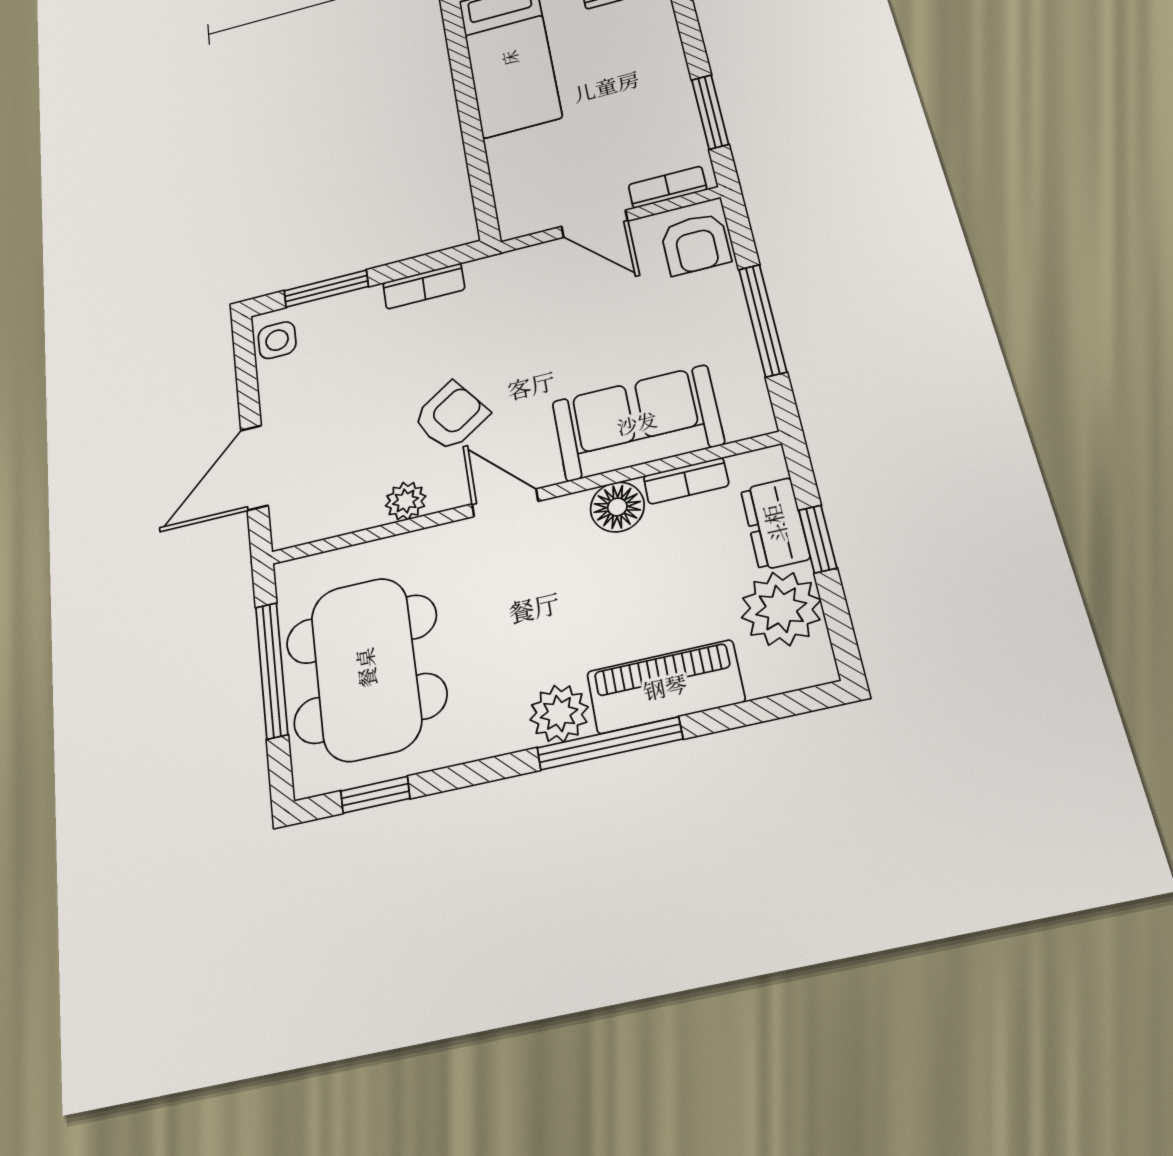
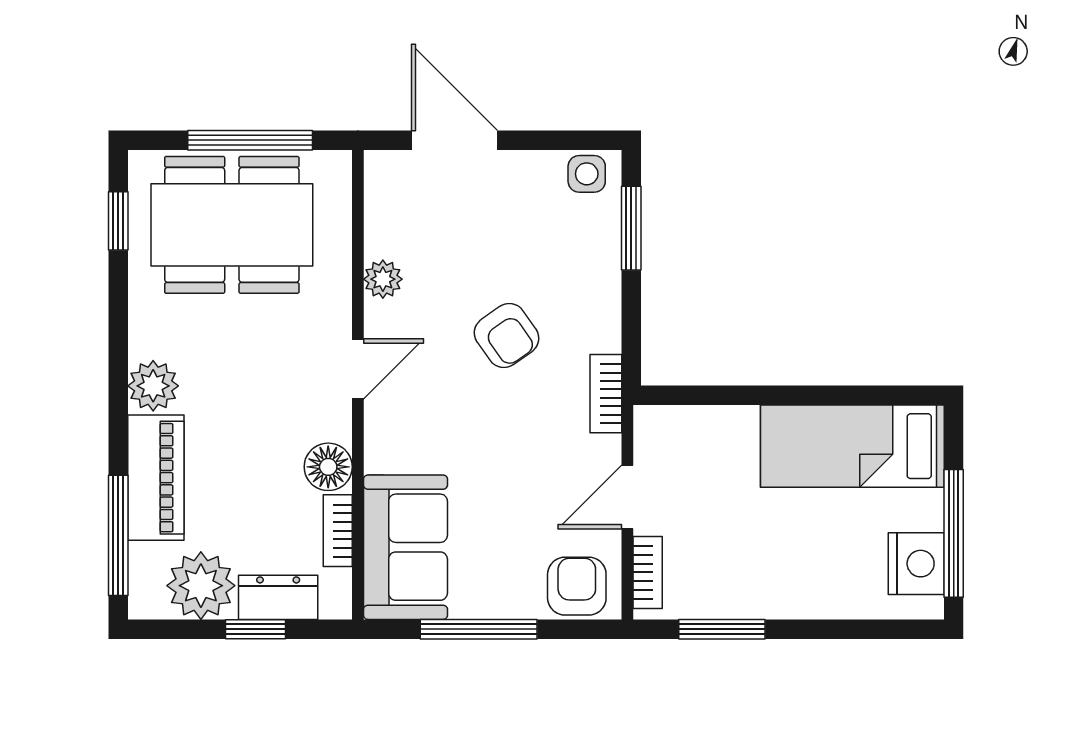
armchair: (696, 244) -> (577, 586), turned 90
bookcase: (424, 286) -> (606, 394), moved
armchair: (451, 416) -> (507, 336), moved
sofa: (637, 423) -> (405, 547), moved
window: (610, 743) -> (118, 535), moved

